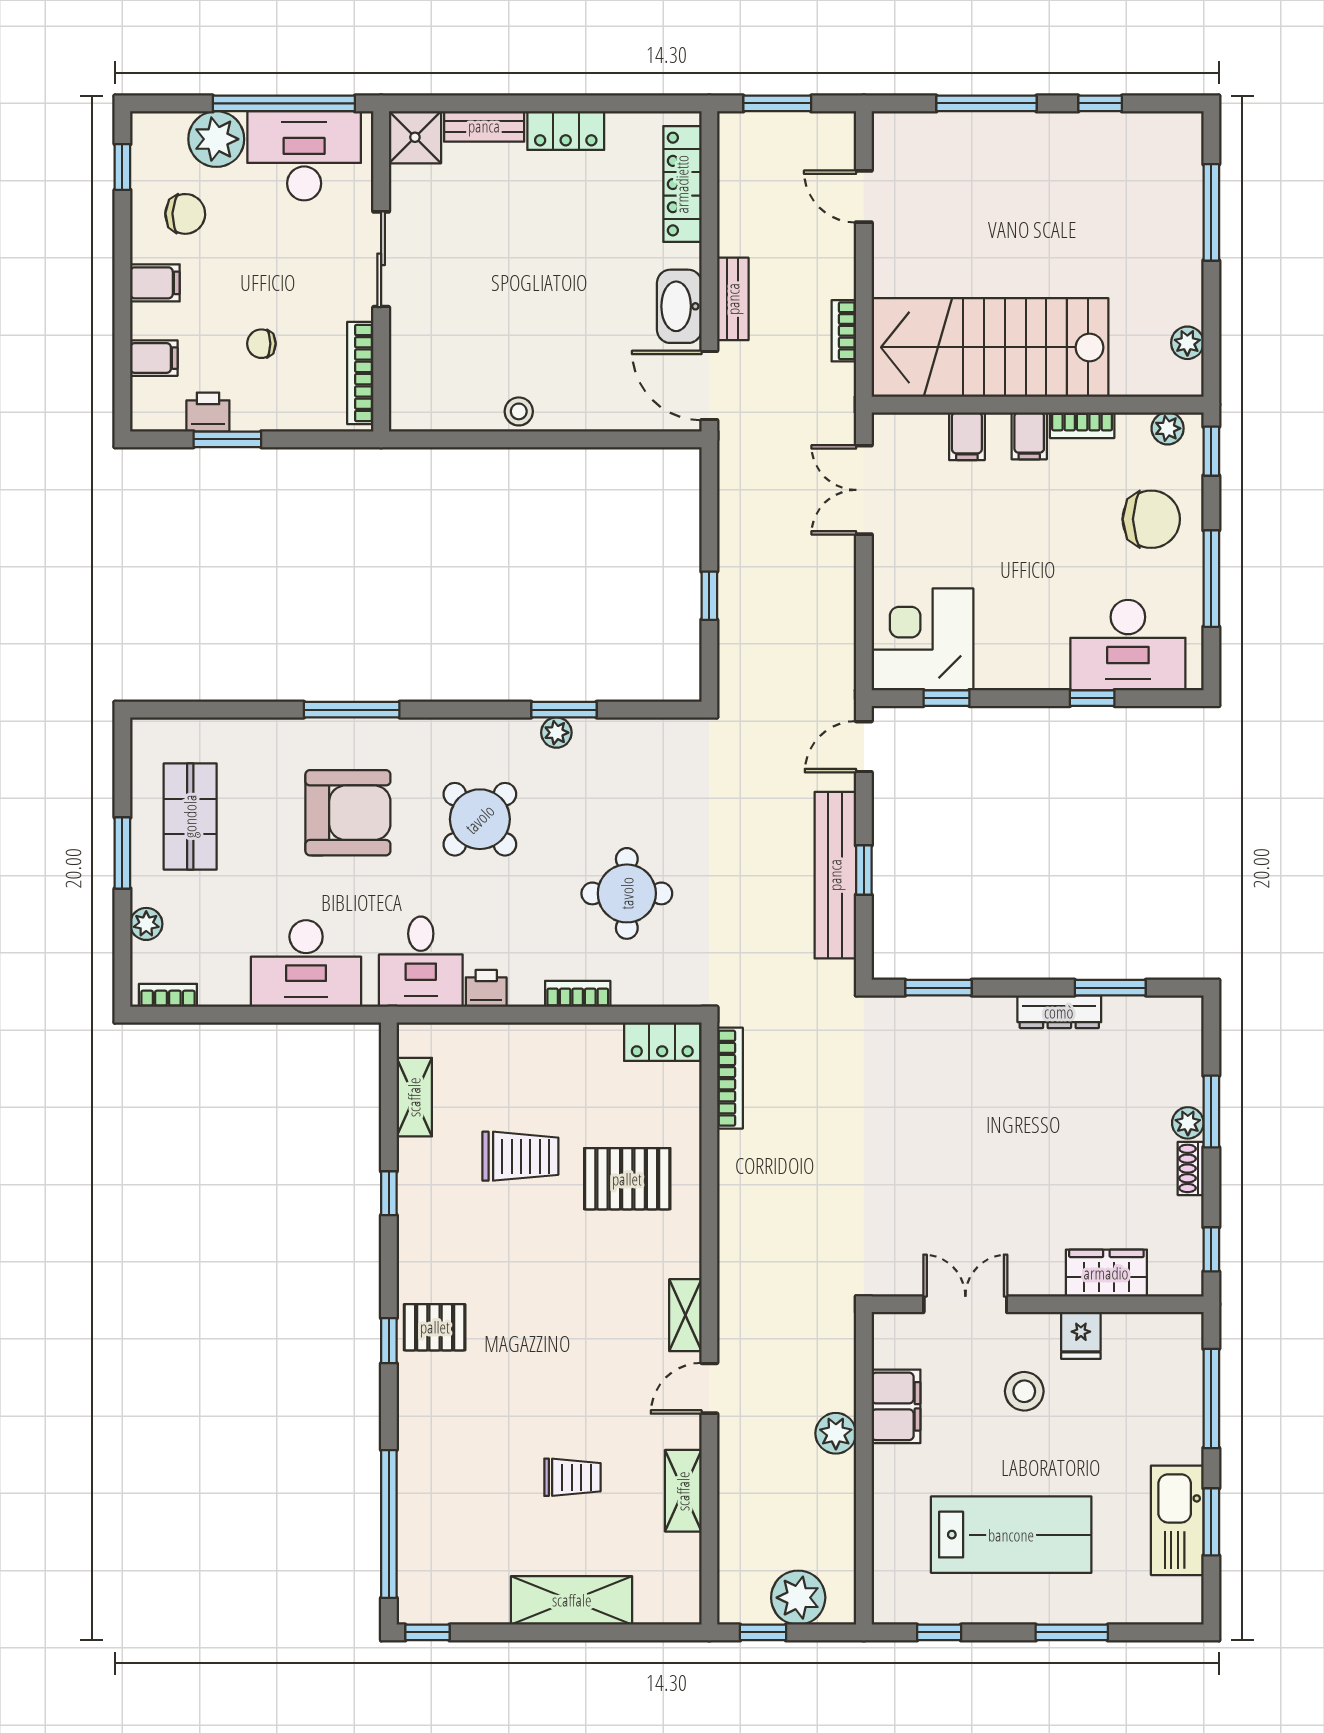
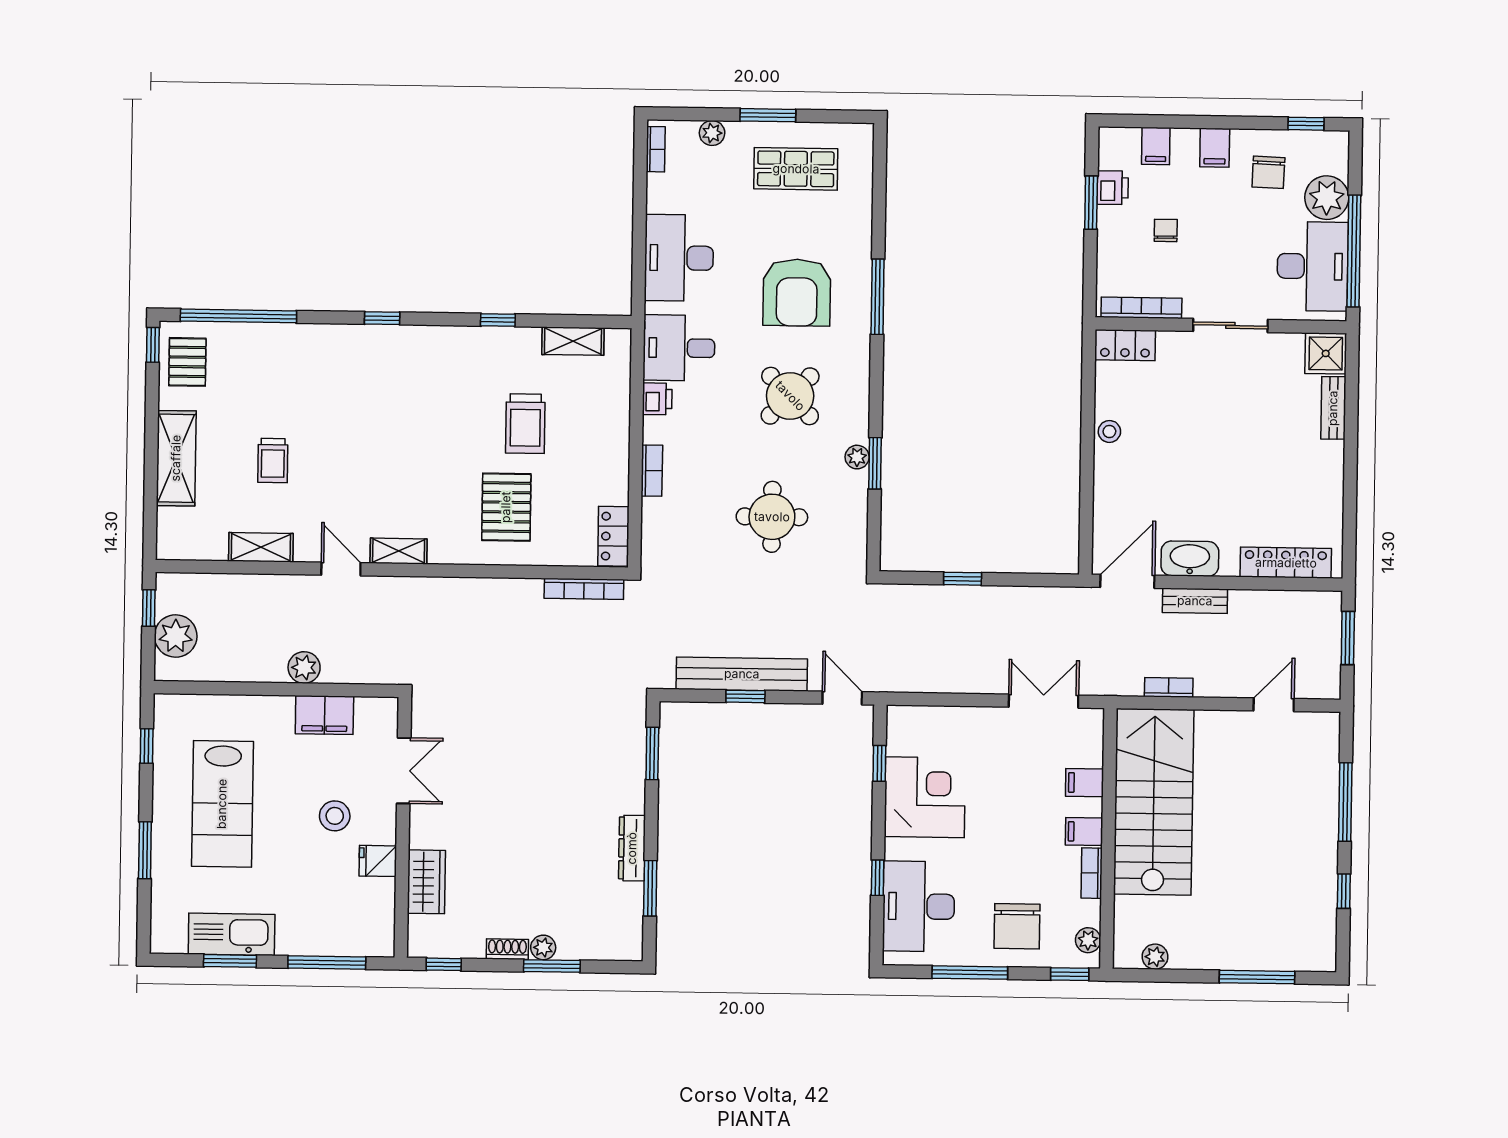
locker: (566, 131) -> (1125, 345), moved, turned -90
corner desk: (922, 639) -> (925, 797), moved
round table: (627, 893) -> (772, 517), moved
pallet: (435, 1327) -> (187, 362), moved

